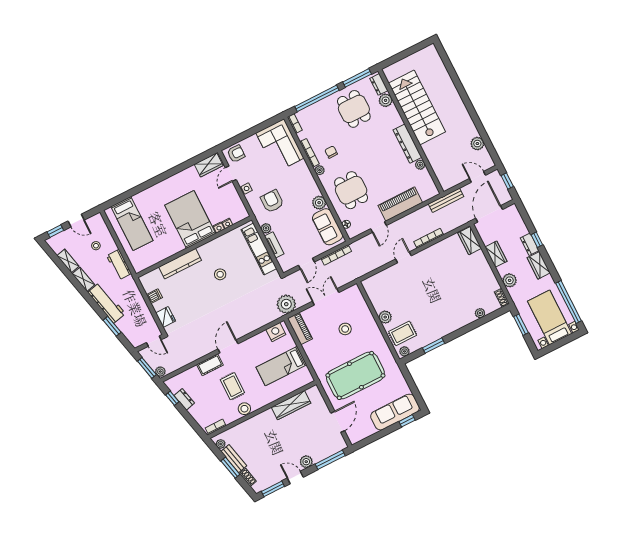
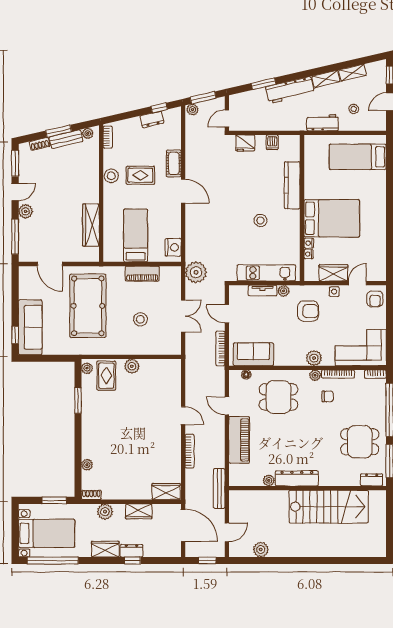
plant: (386, 100) -> (352, 478), removed
wardrobe: (209, 165) -> (333, 273), moved, turned 90
door: (231, 174) -> (357, 283), hinge flipped
plant: (319, 203) -> (314, 358), moved
piano: (300, 329) -> (142, 274), moved

